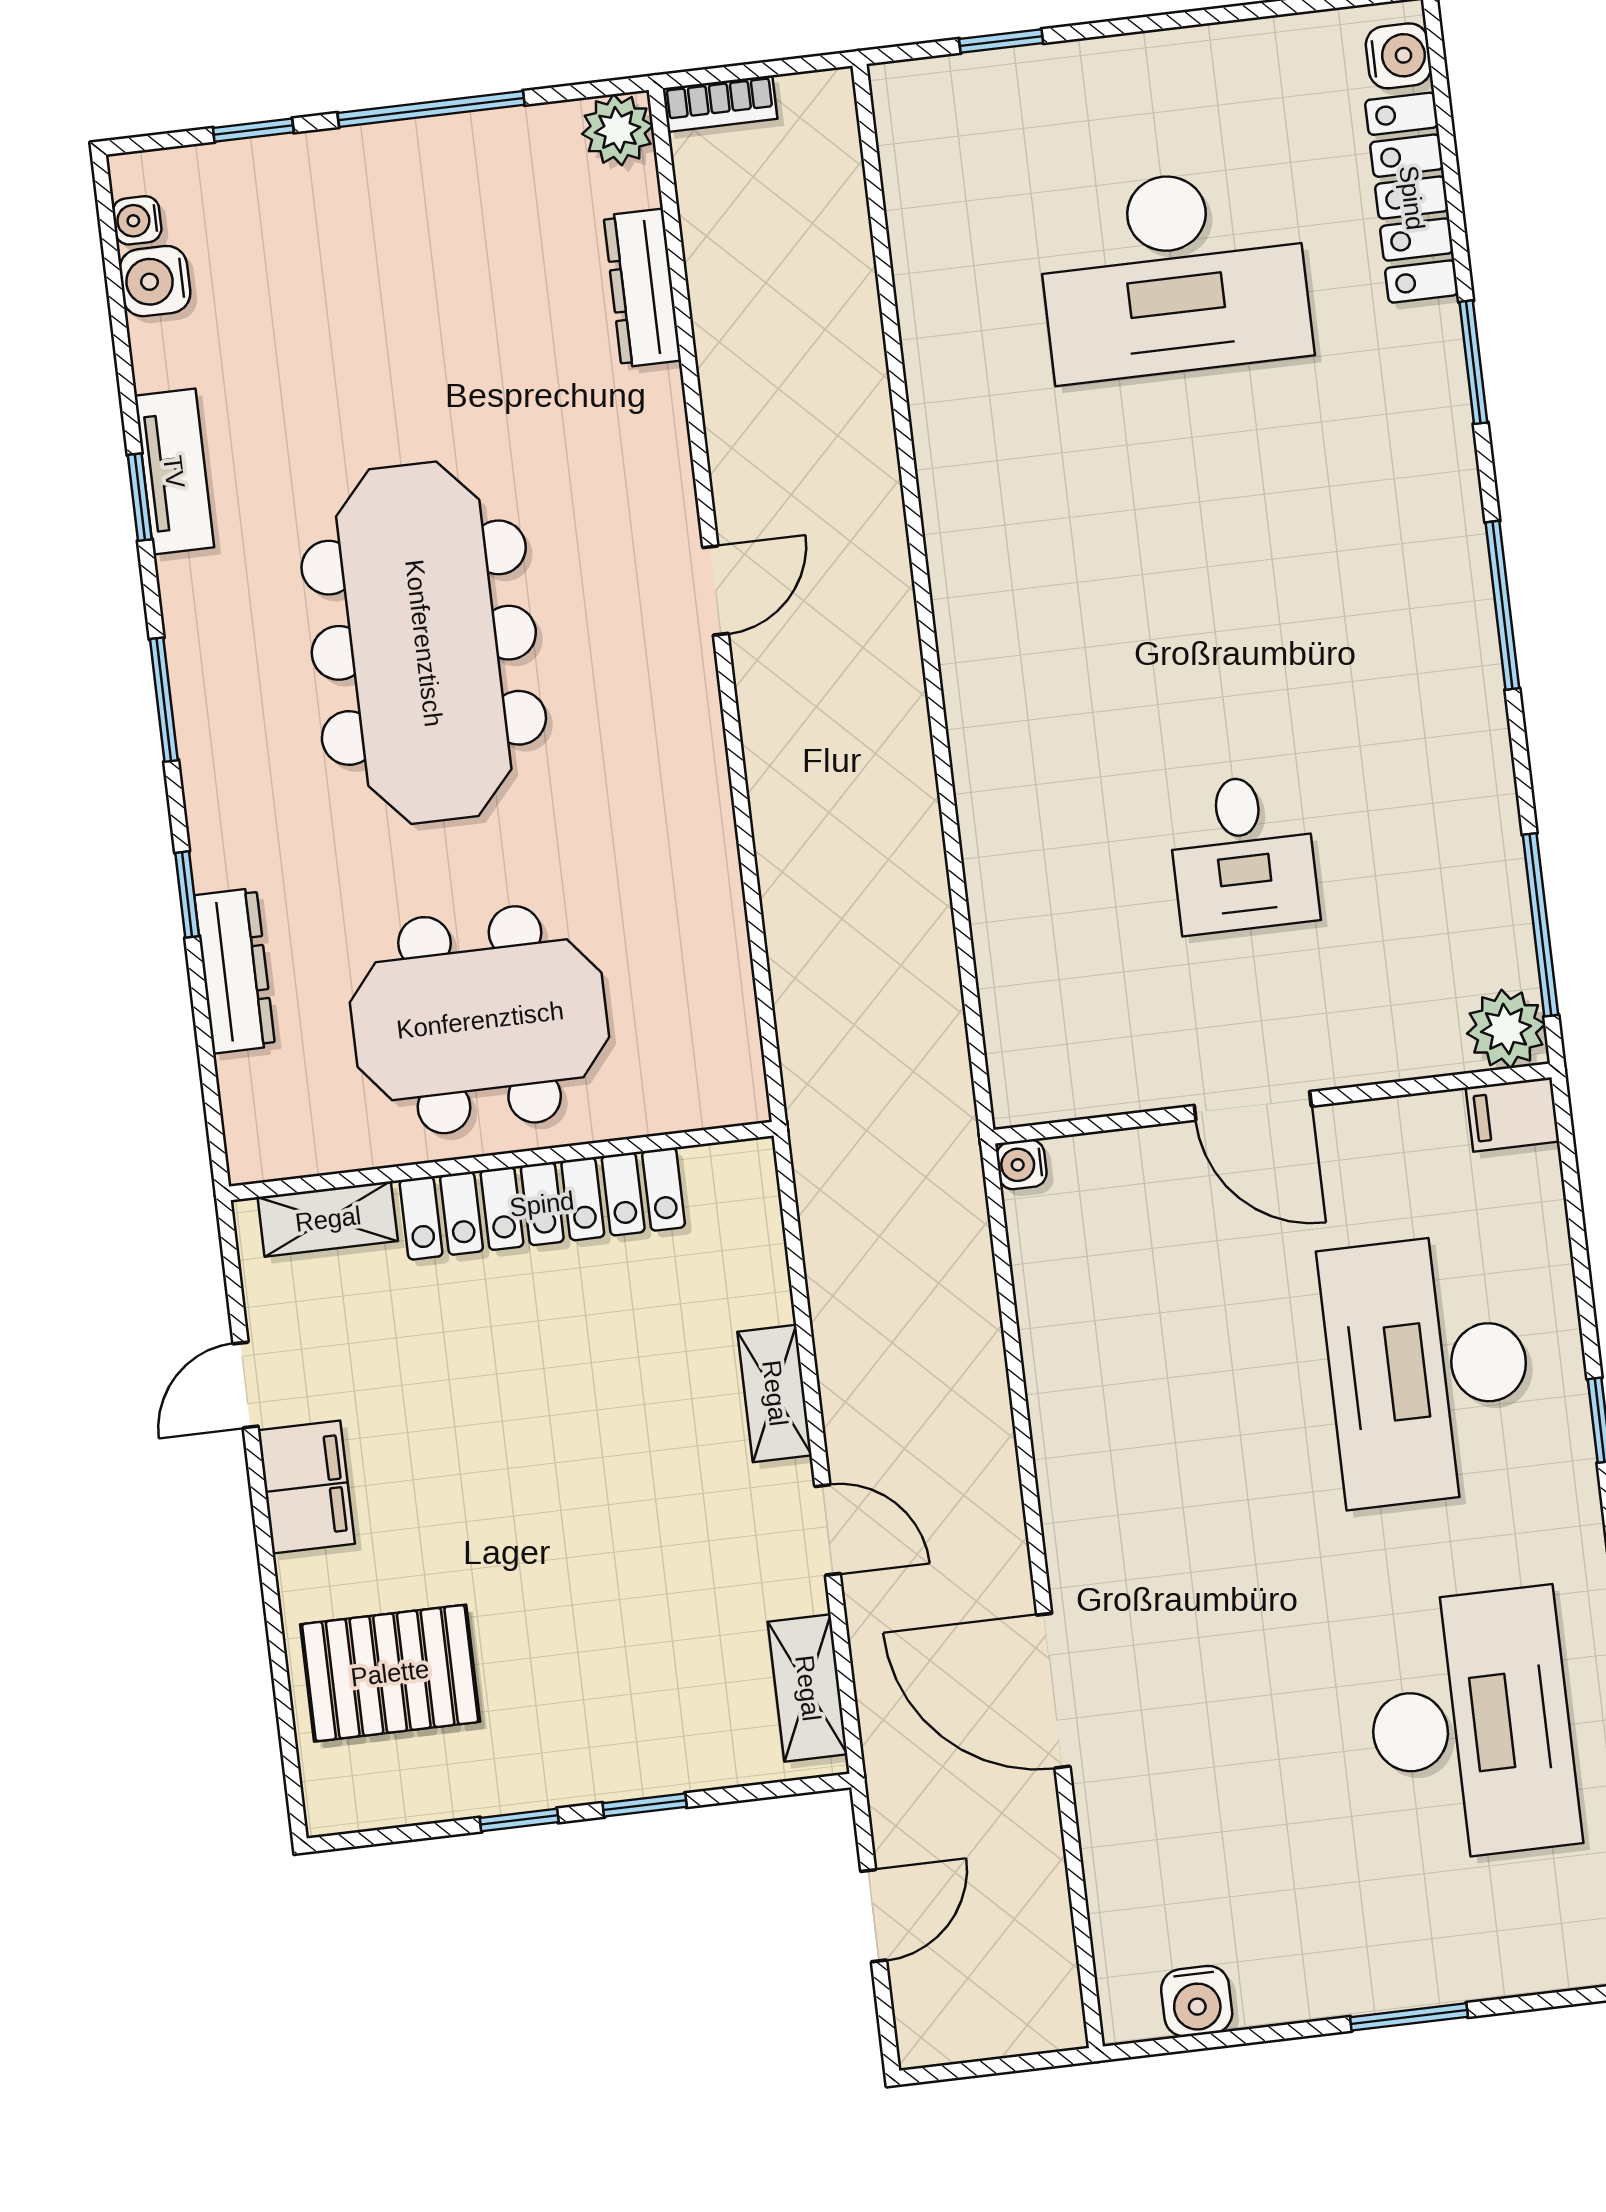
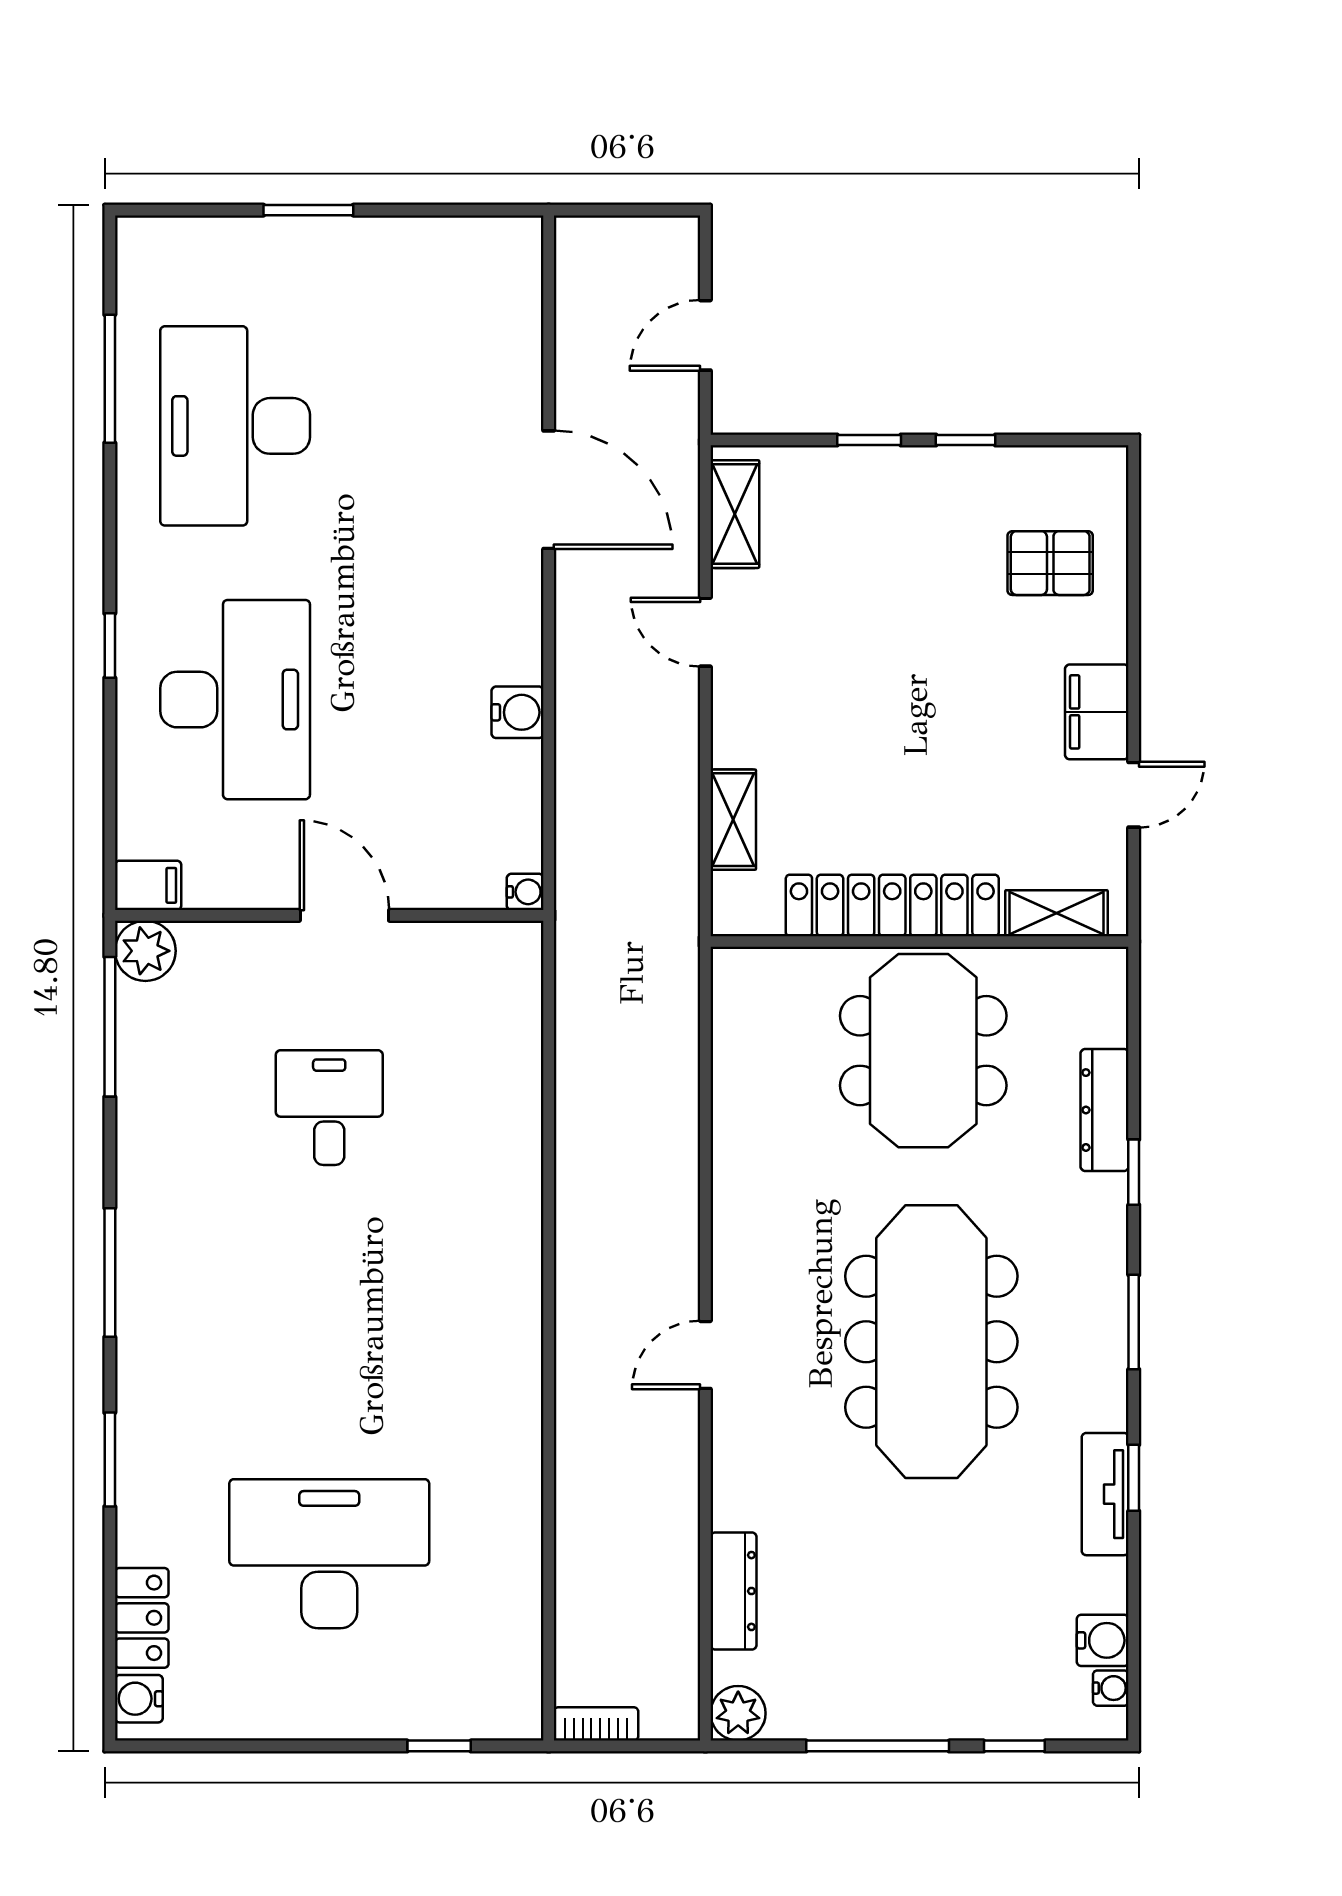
bookcase: (720, 104) -> (596, 1724), moved
locker: (1412, 198) -> (142, 1618), width x0.66
meeting table: (480, 1020) -> (923, 1051), turned 90
shelving: (775, 1393) -> (733, 820), moved
pallet: (390, 1673) -> (1050, 563), width x0.67, depth x0.71
water cooler: (1197, 2001) -> (518, 712), moved, turned 90

